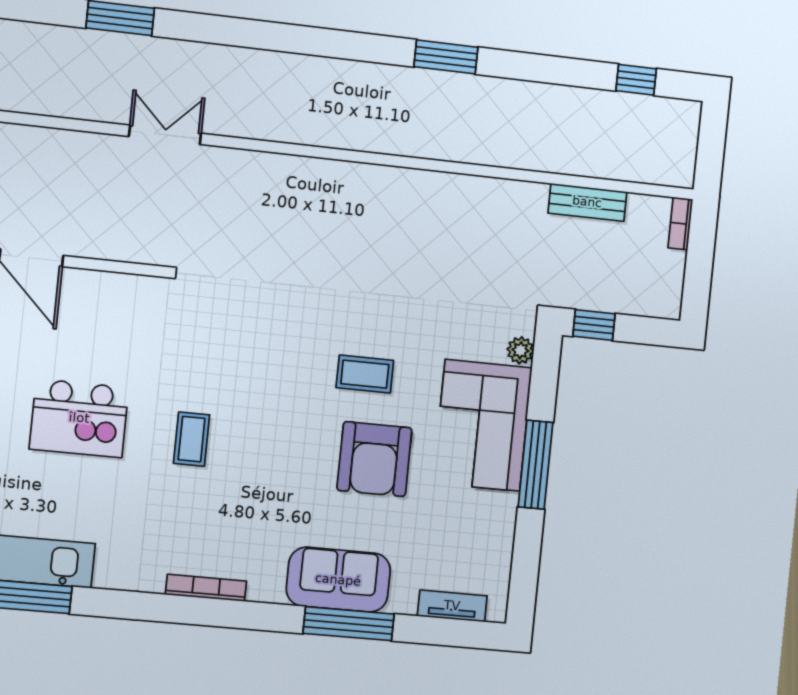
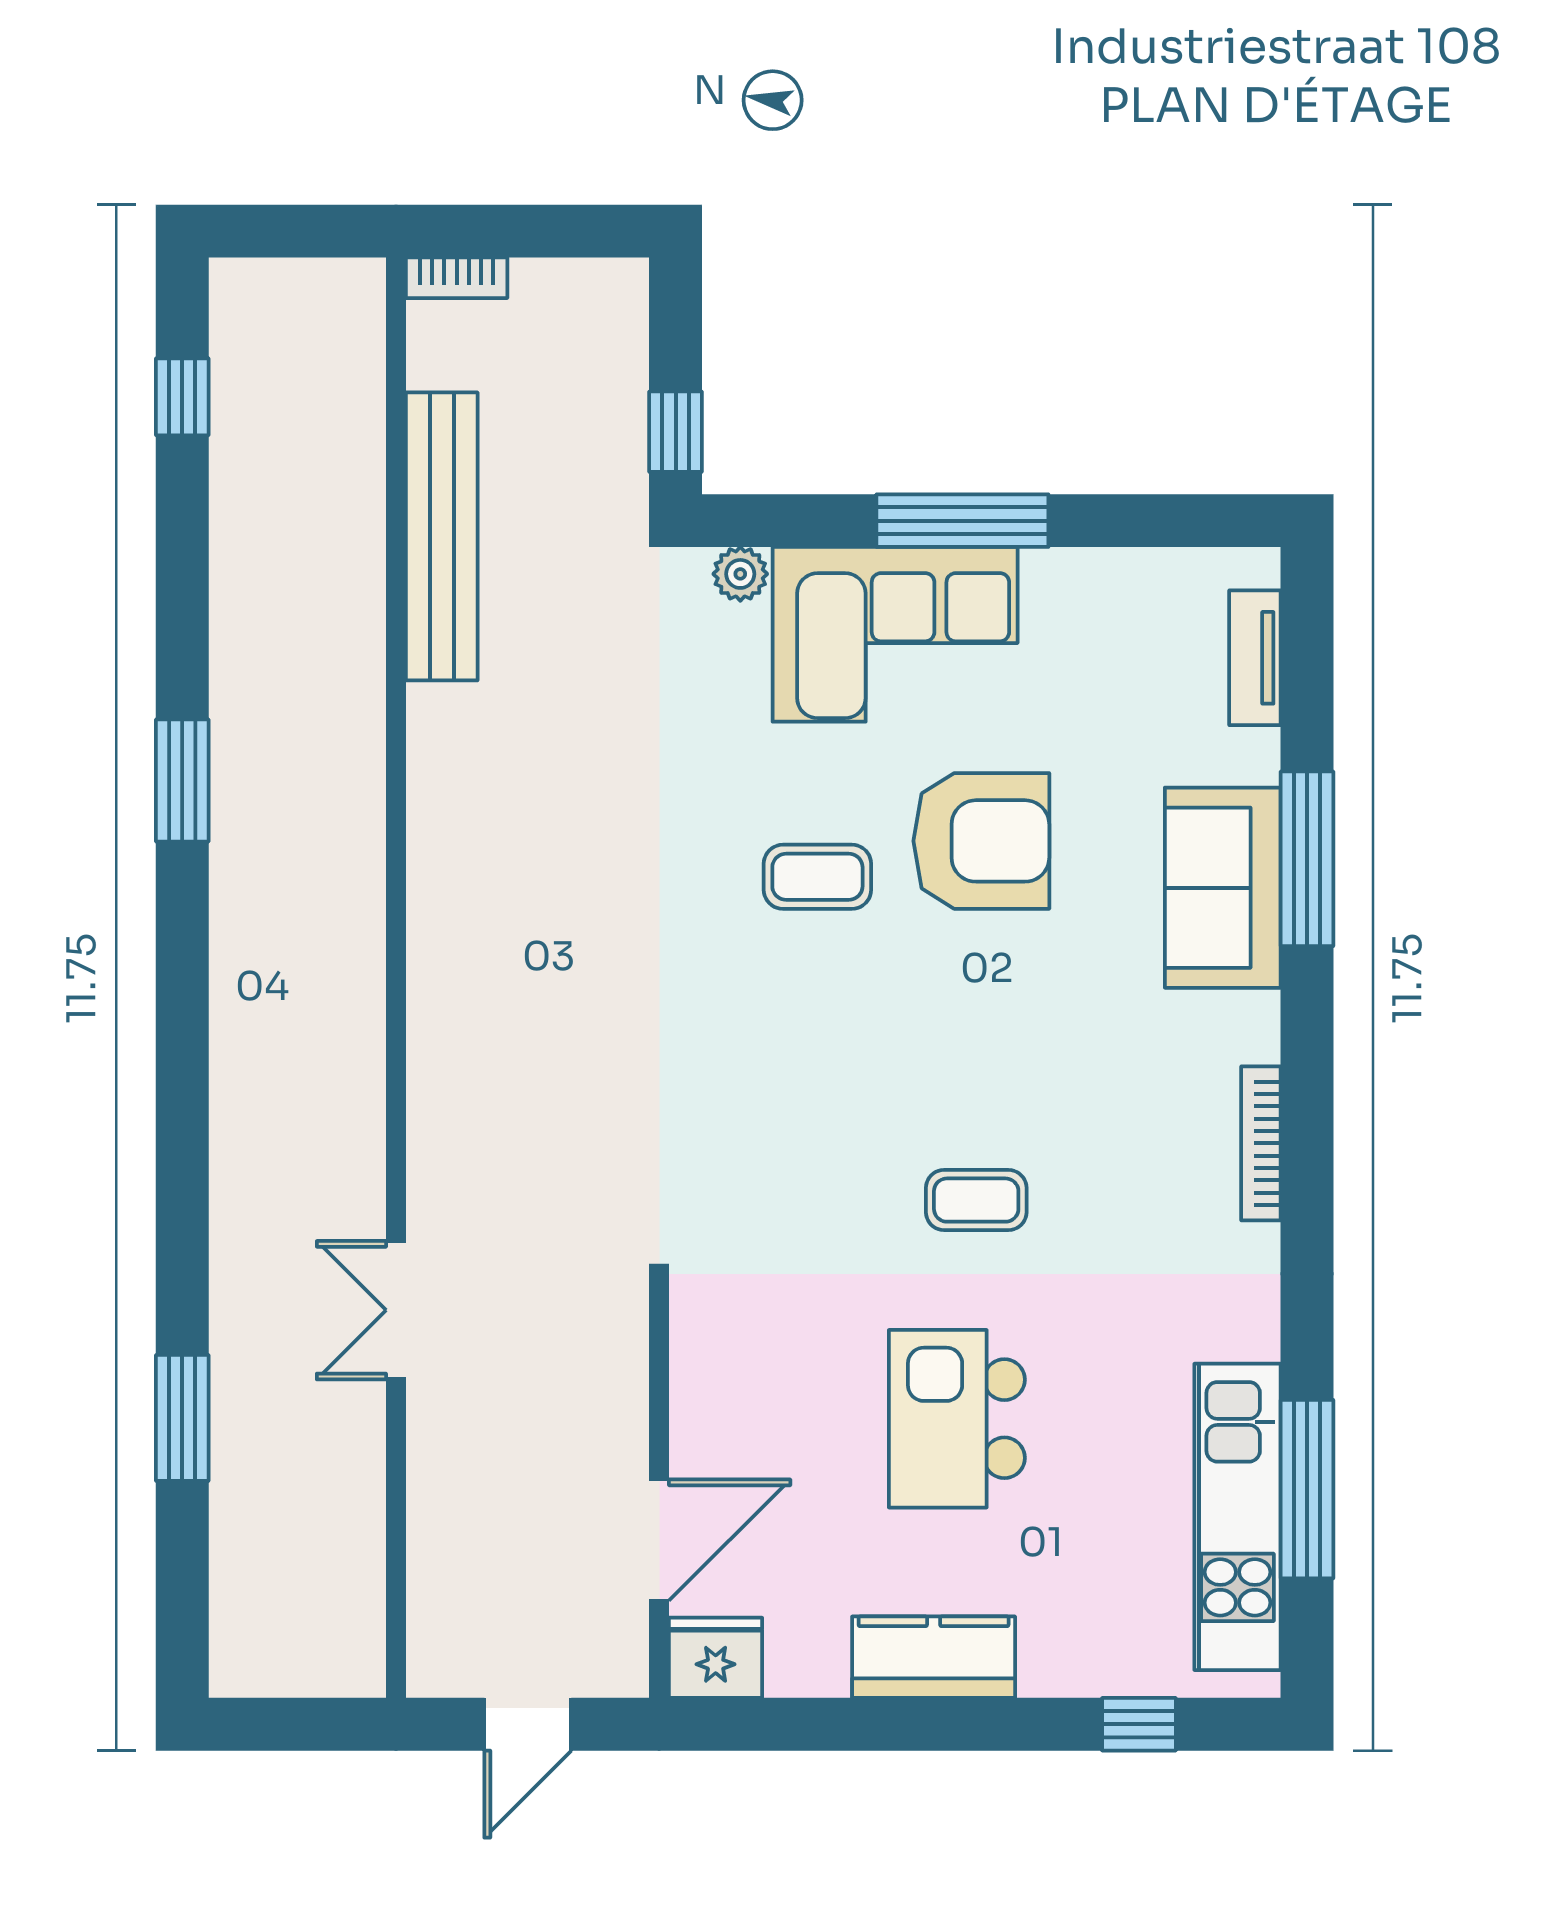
bench: (587, 202) -> (442, 536), width x1.86, depth x1.21
coffee table: (365, 374) -> (817, 877), turned 90
kitchen island: (79, 418) -> (957, 1419), turned 180

